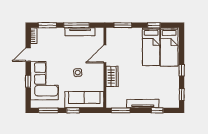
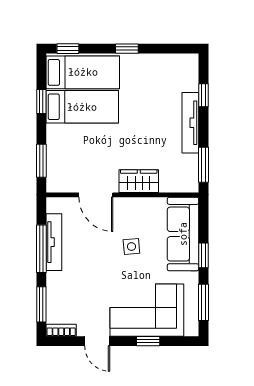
window: (182, 94) -> (68, 49), moved

